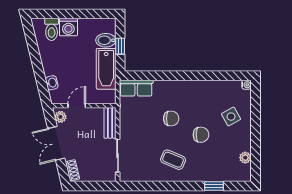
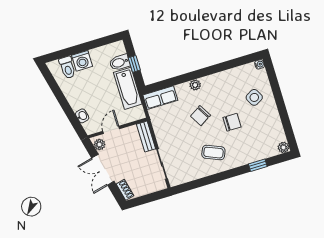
plant: (175, 86) -> (195, 85), added
chair: (171, 118) -> (200, 116), turned 149
plant: (245, 158) -> (283, 147), moved

